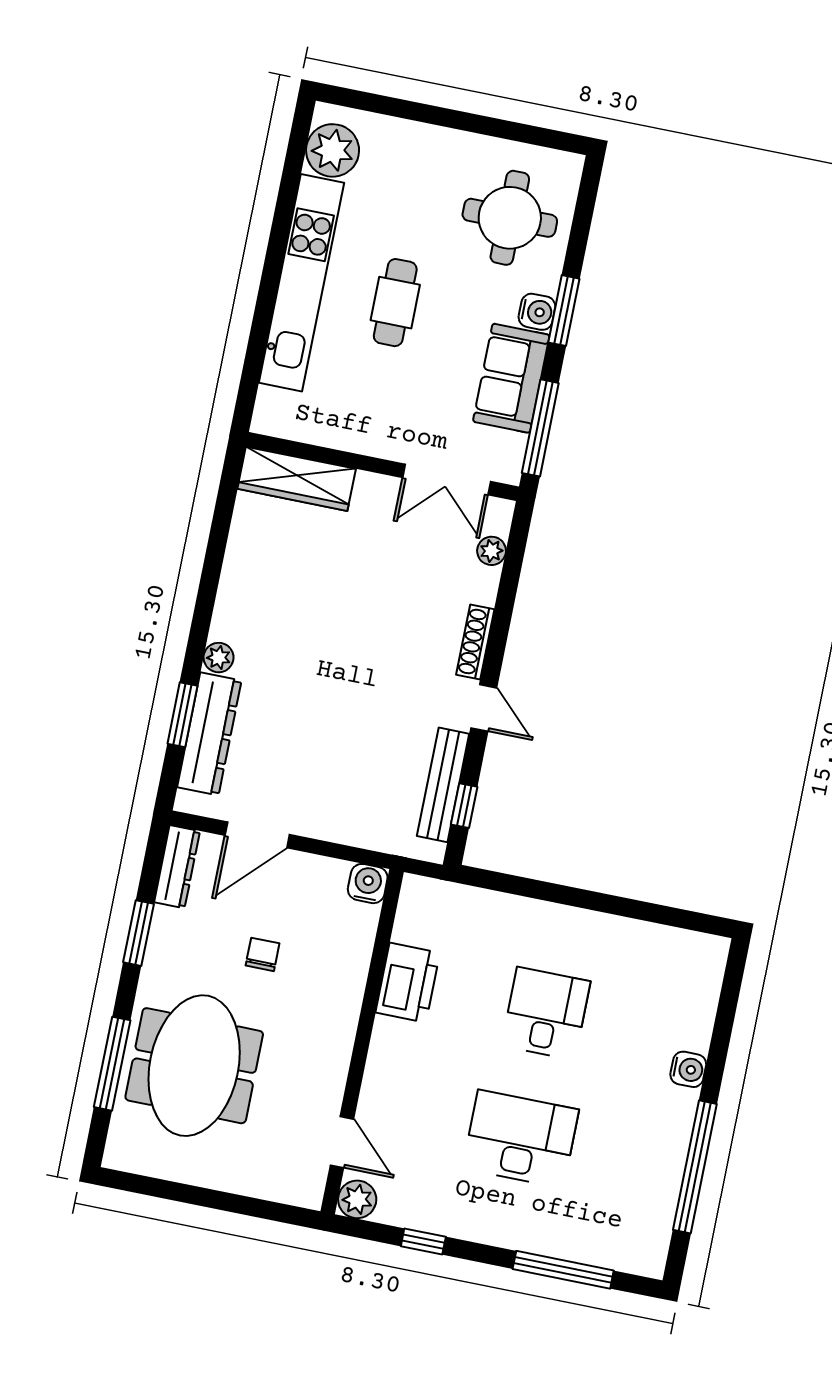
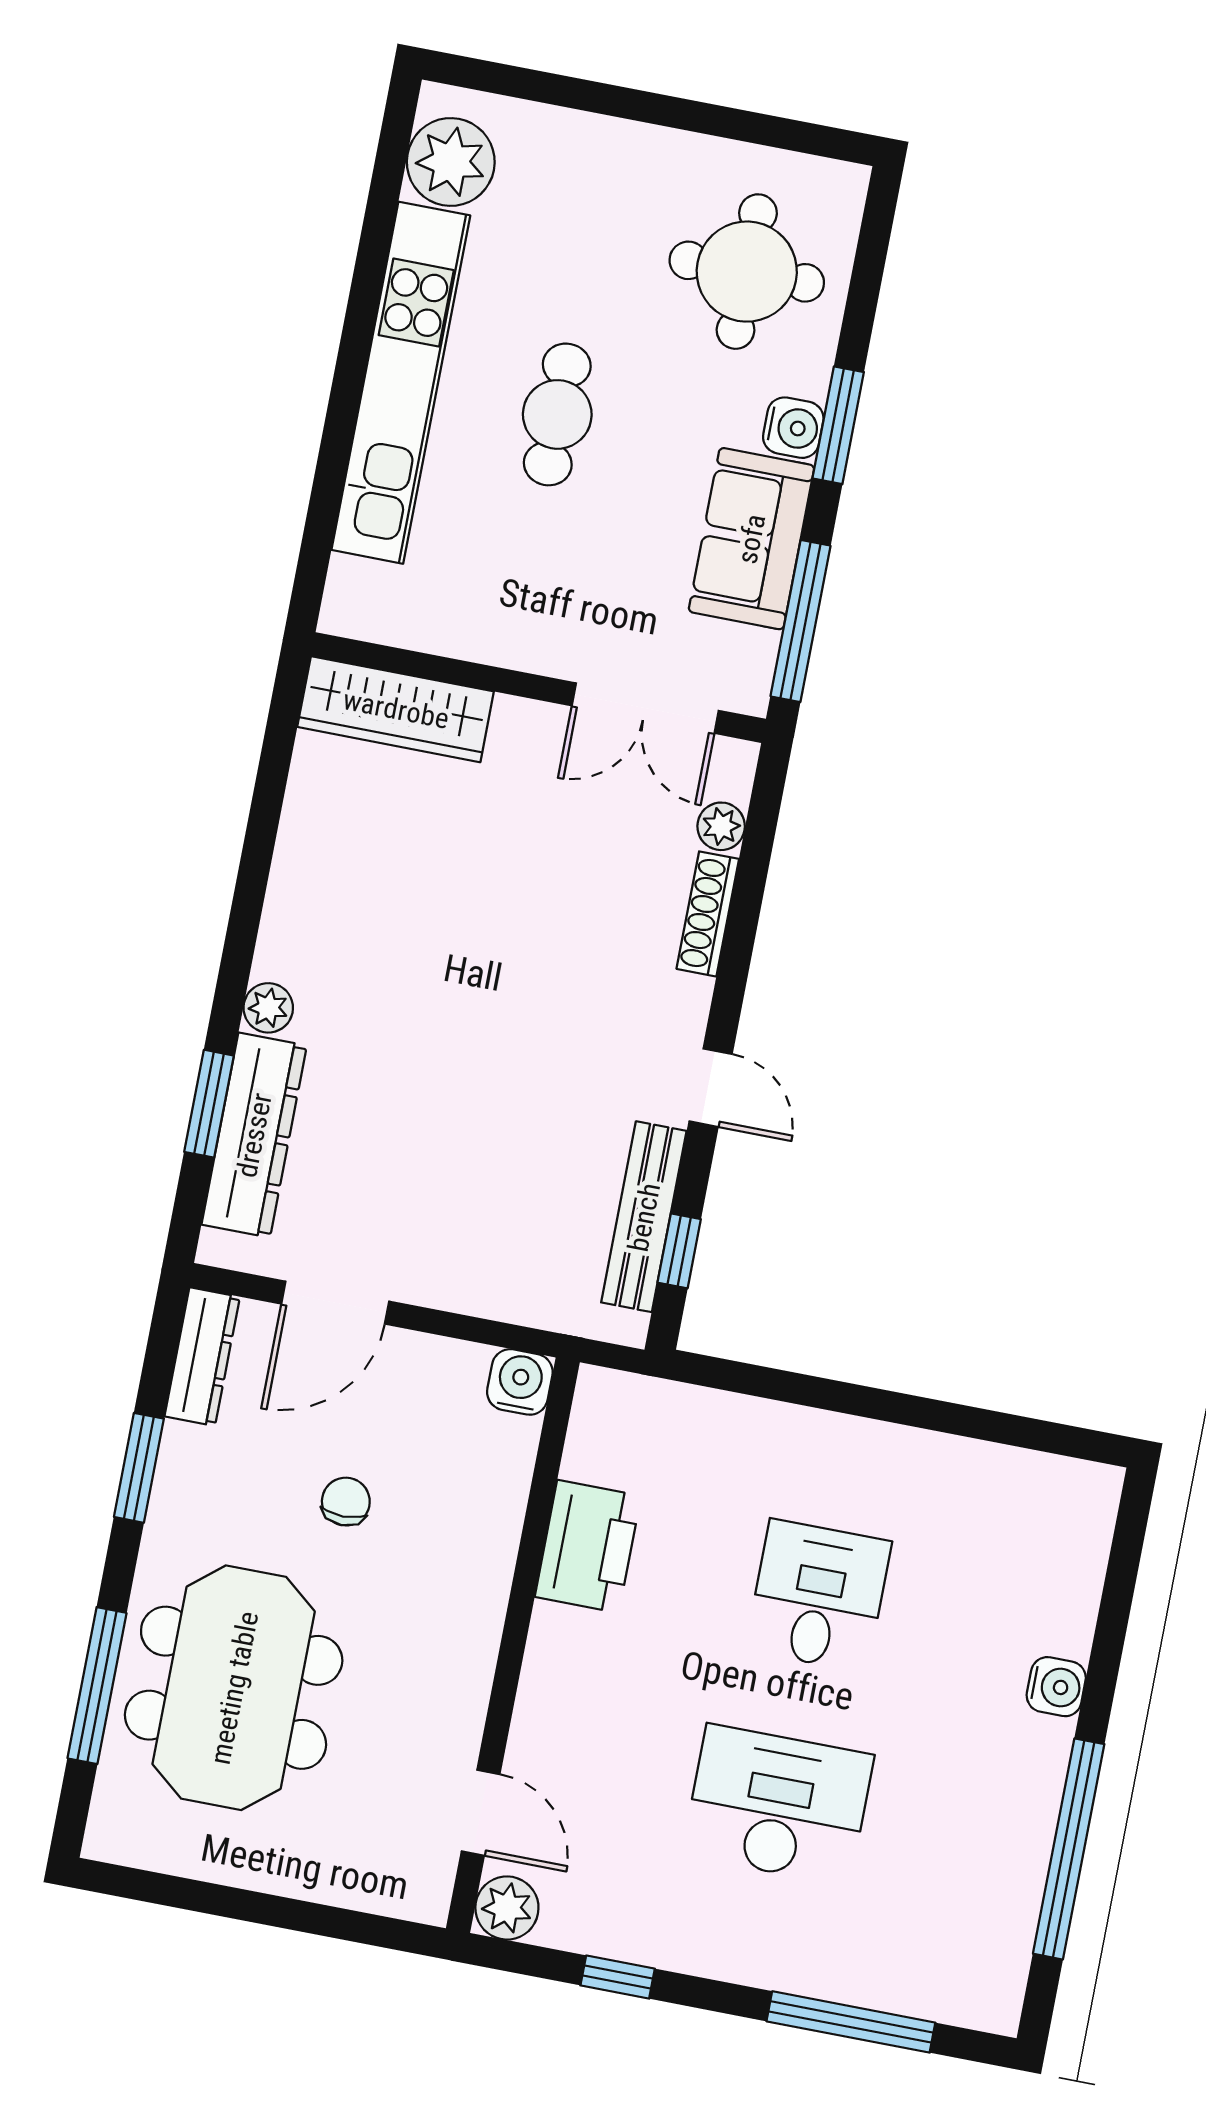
shoe rack: (475, 642) -> (708, 914), moved

